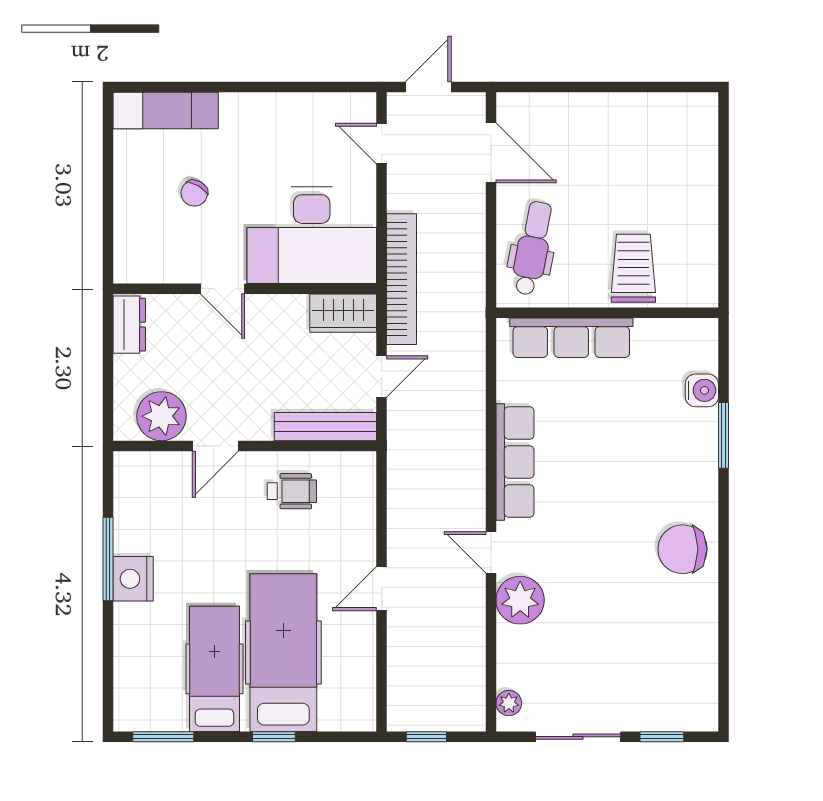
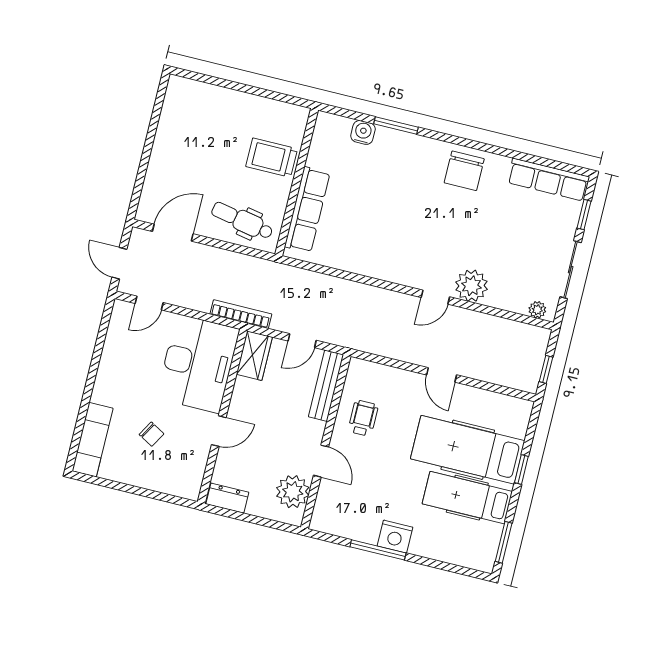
bookcase: (402, 279) -> (241, 314), width x0.68, depth x0.76
door: (382, 376) -> (302, 341), swing flipped
row of seats: (515, 462) -> (548, 180), moved, turned 180

